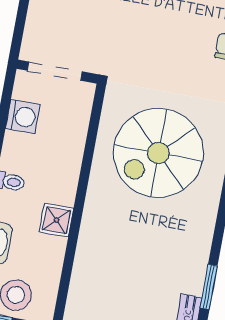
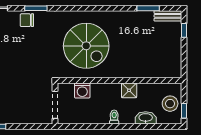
washing machine: (23, 117) -> (82, 90), moved, turned 180

